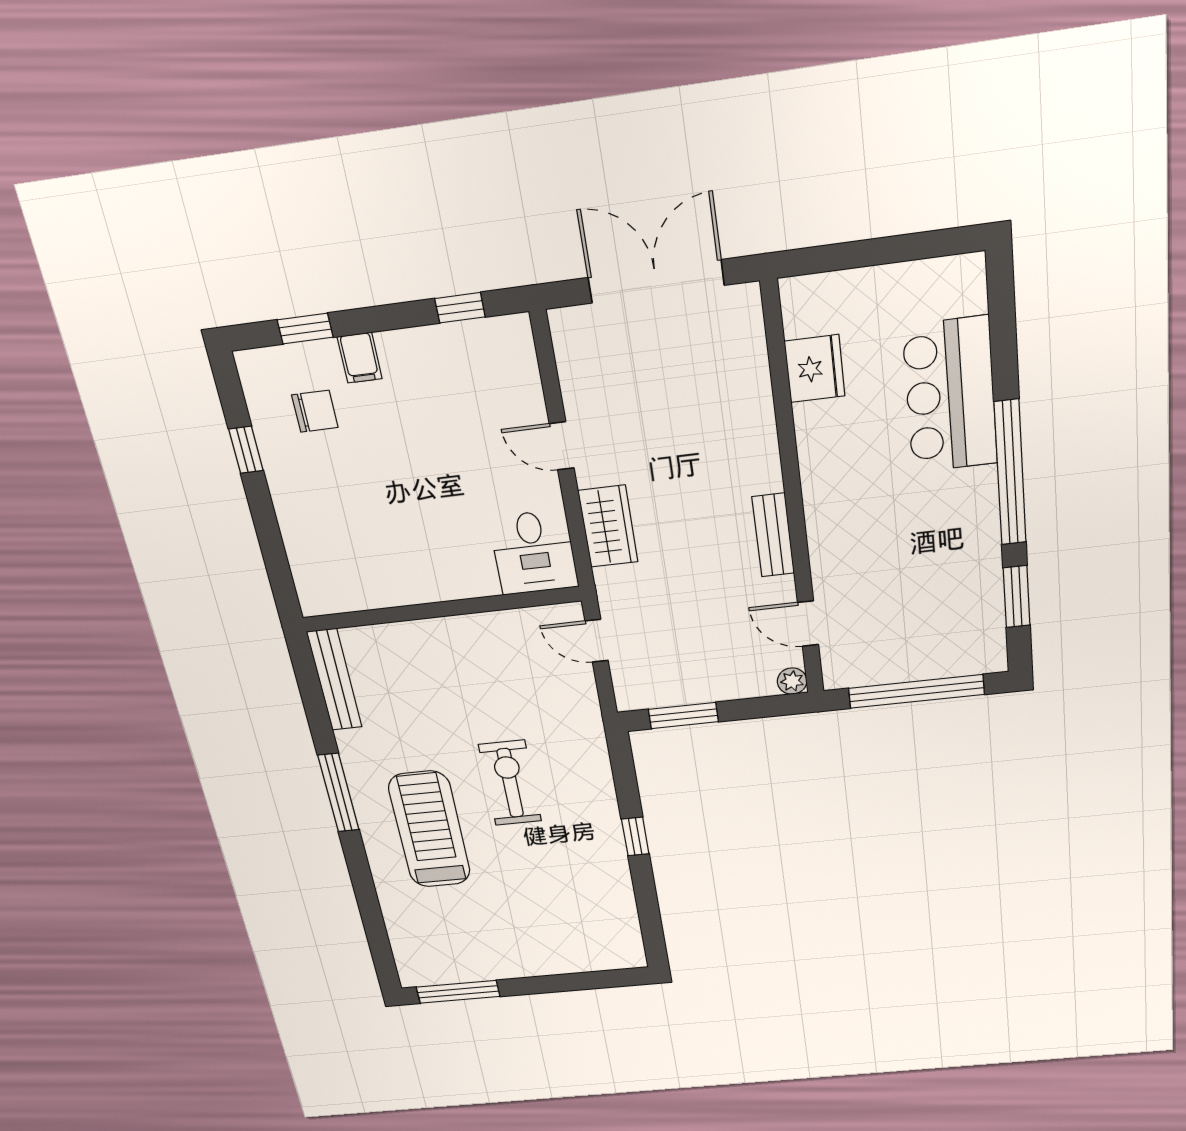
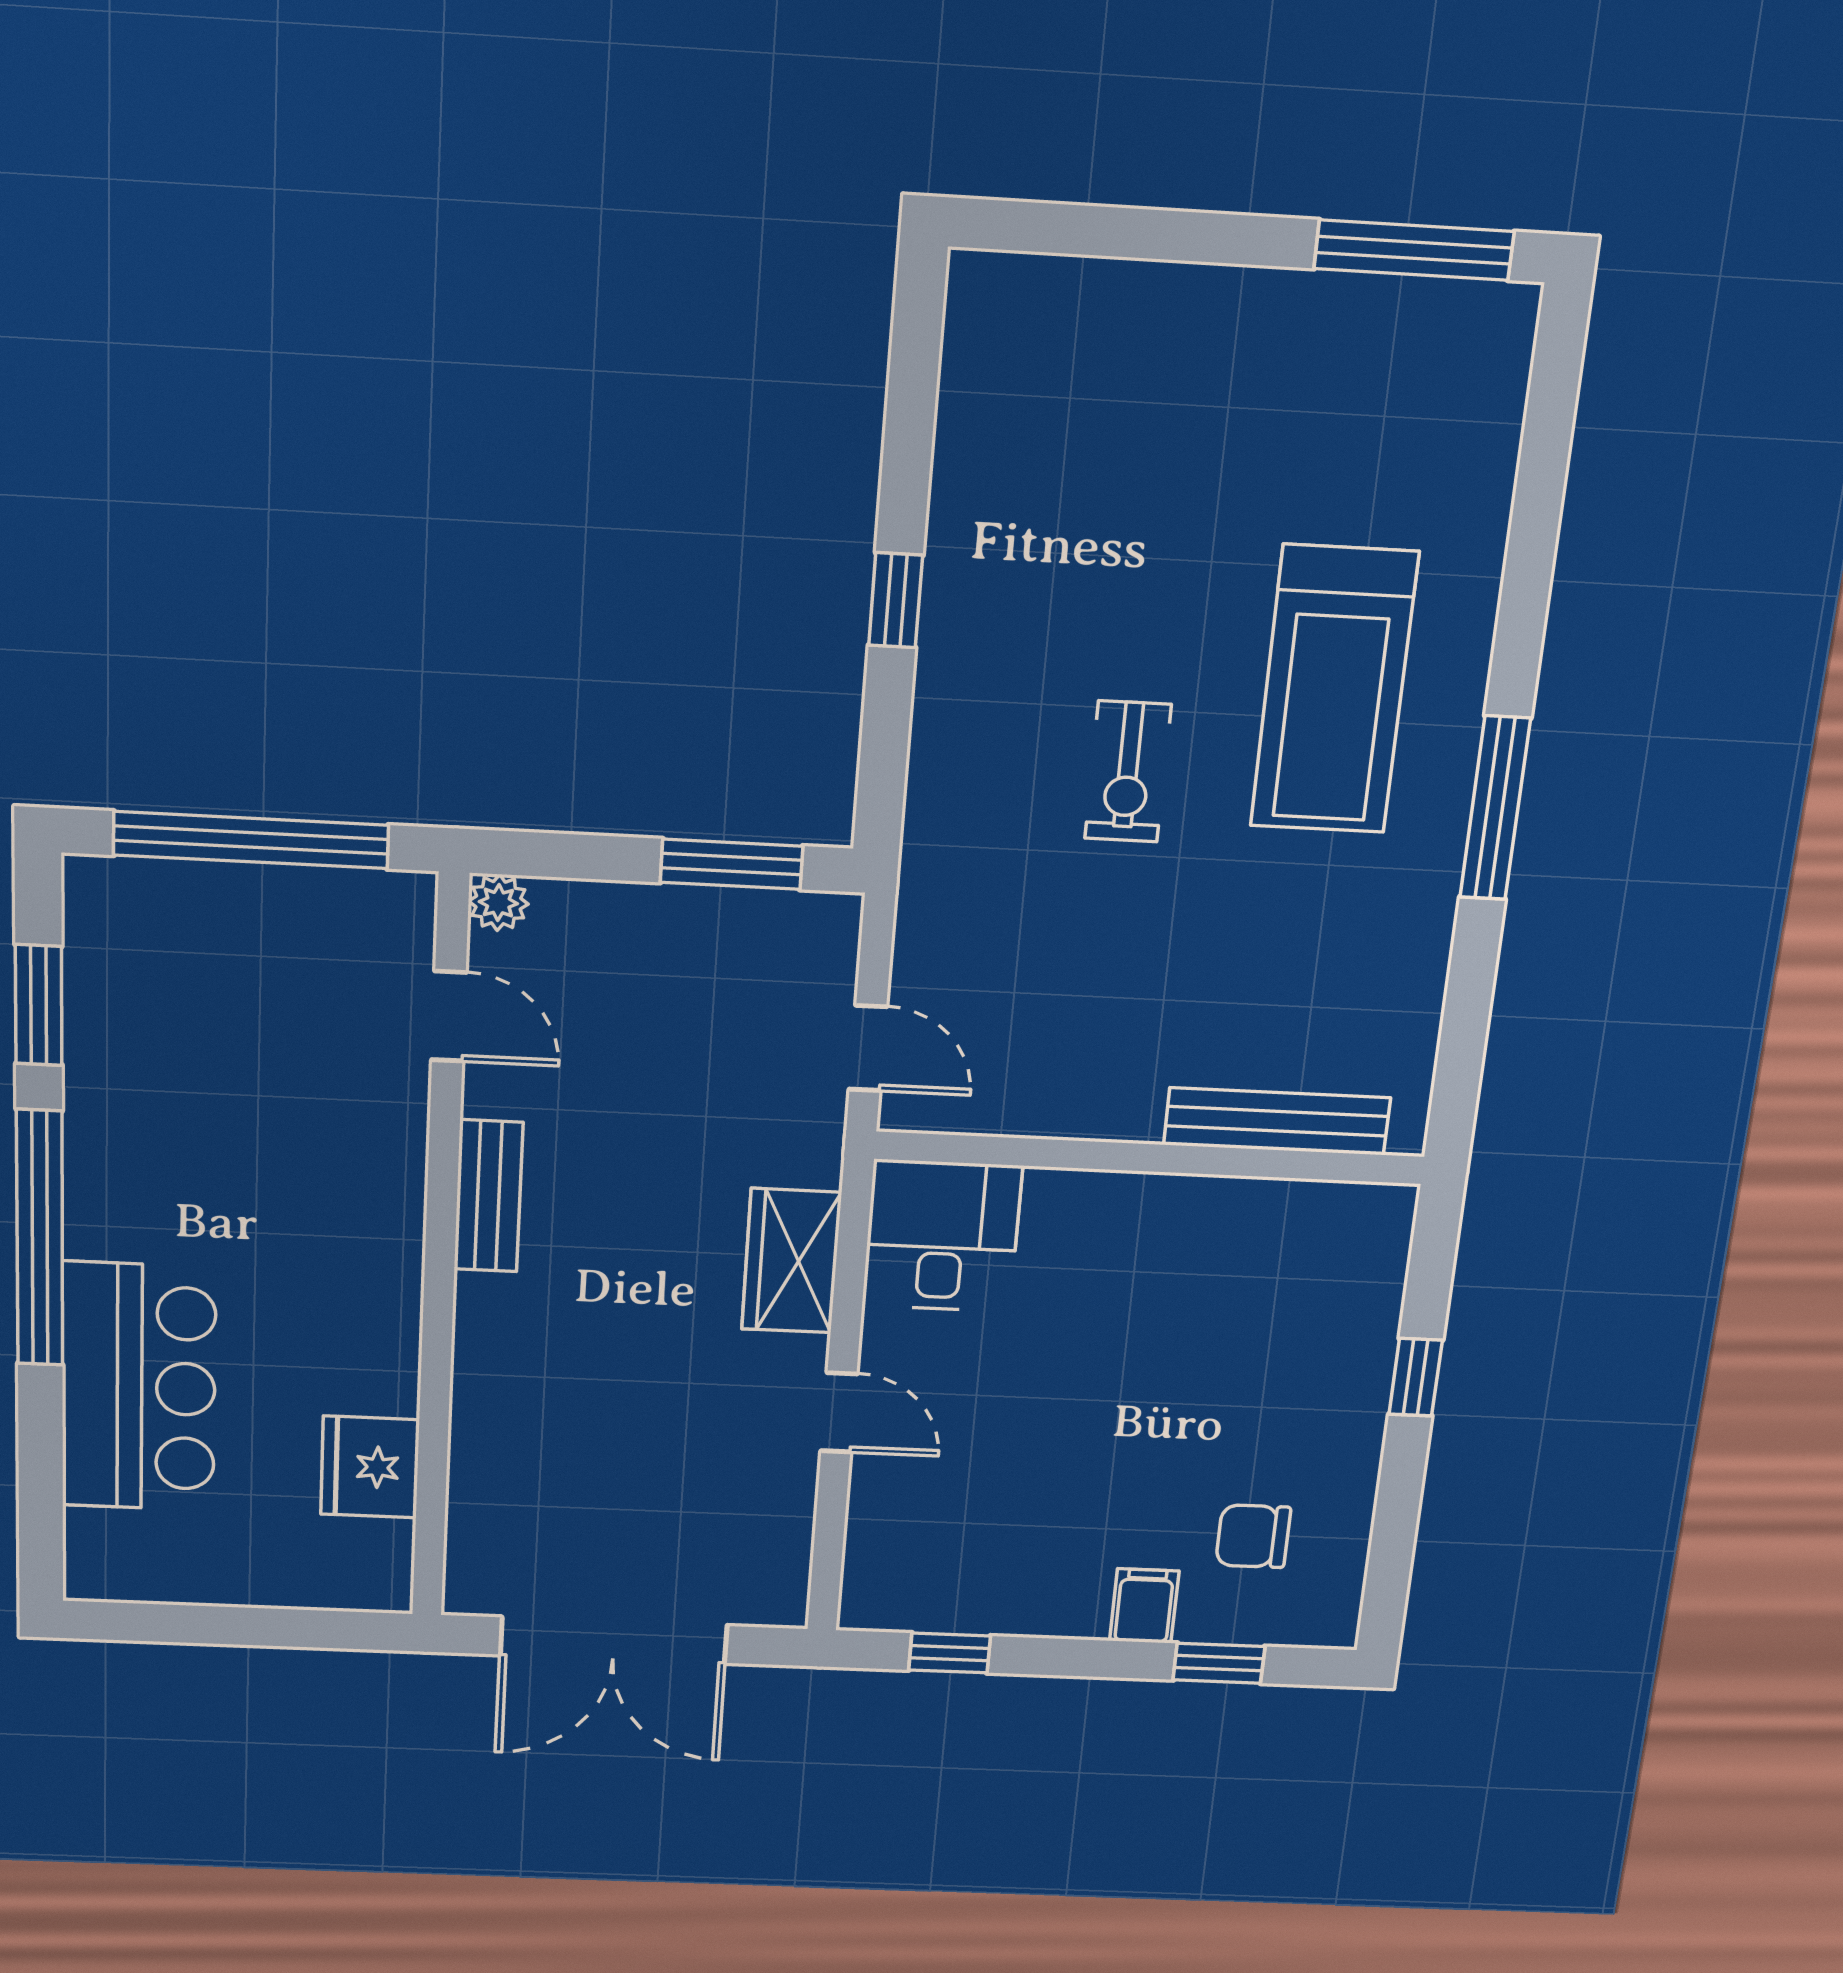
window: (246, 450) -> (1416, 1377), moved
bench: (334, 680) -> (1277, 1121), moved, turned 90
exercise bike: (510, 783) -> (1128, 772), width x0.73, depth x0.72

